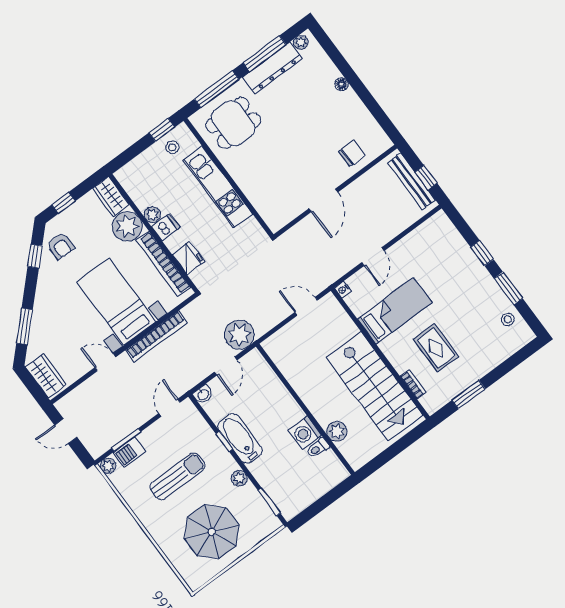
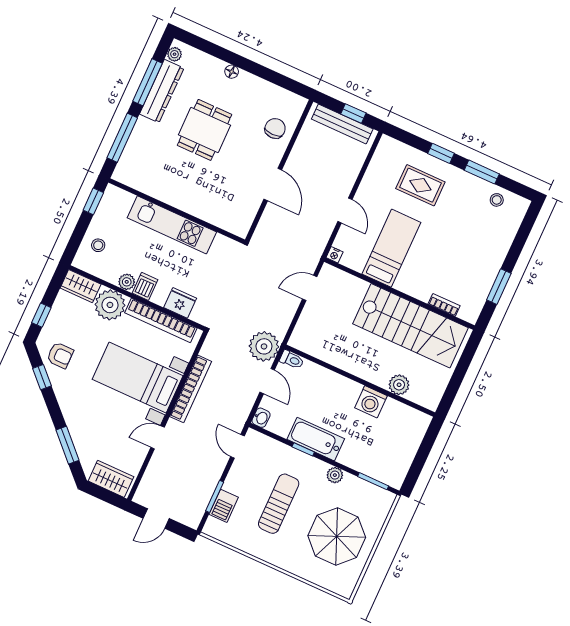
dining table: (233, 123) -> (204, 130), moved
stool: (172, 147) -> (98, 245), moved
rug: (436, 348) -> (420, 185), moved
toilet: (318, 448) -> (292, 360), moved, turned -90
plant: (108, 466) -> (211, 529), removed

